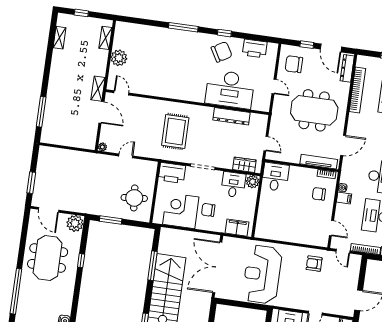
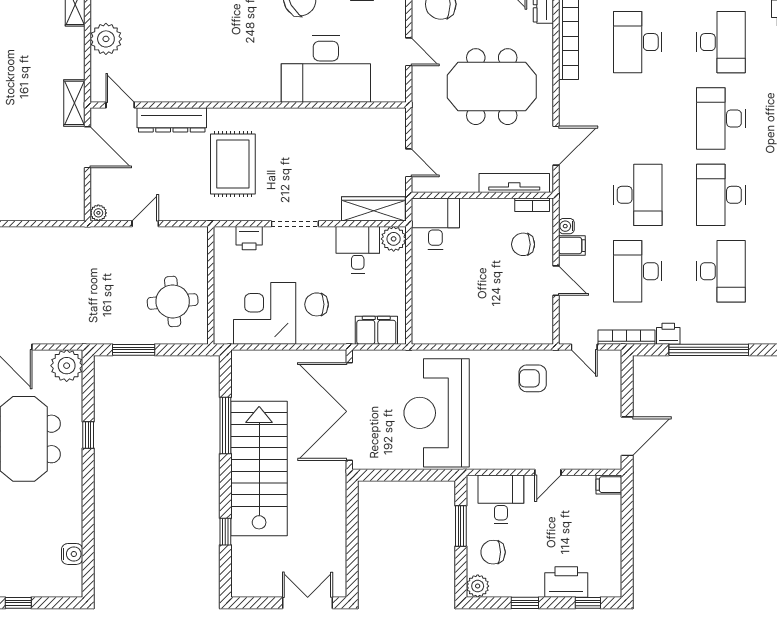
dresser: (231, 116) -> (172, 120), moved
wardrobe: (244, 165) -> (373, 209), width x1.50
printer: (172, 173) -> (249, 238), width x0.53, depth x0.68
door: (331, 228) -> (556, 281), moved

